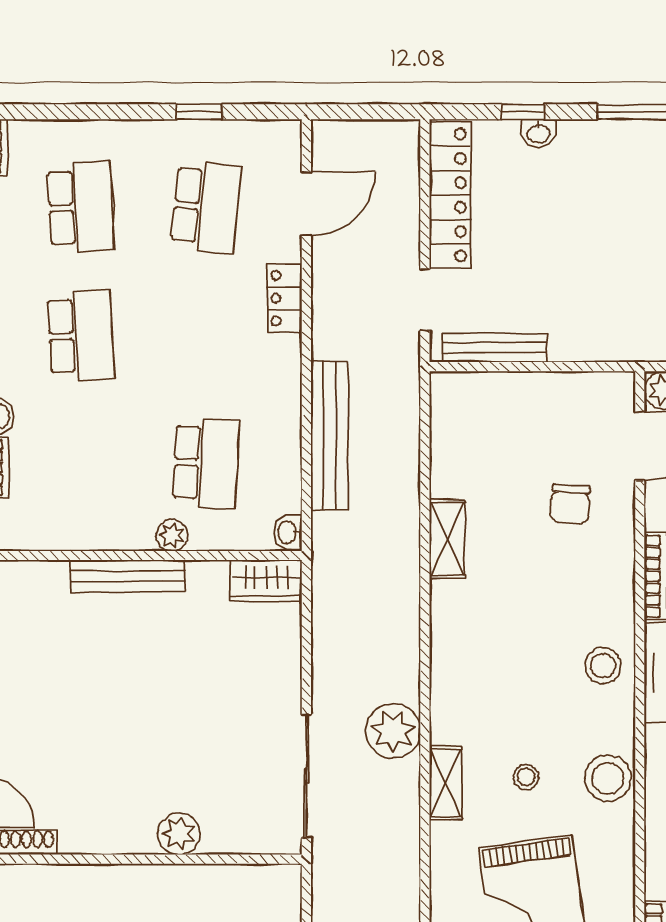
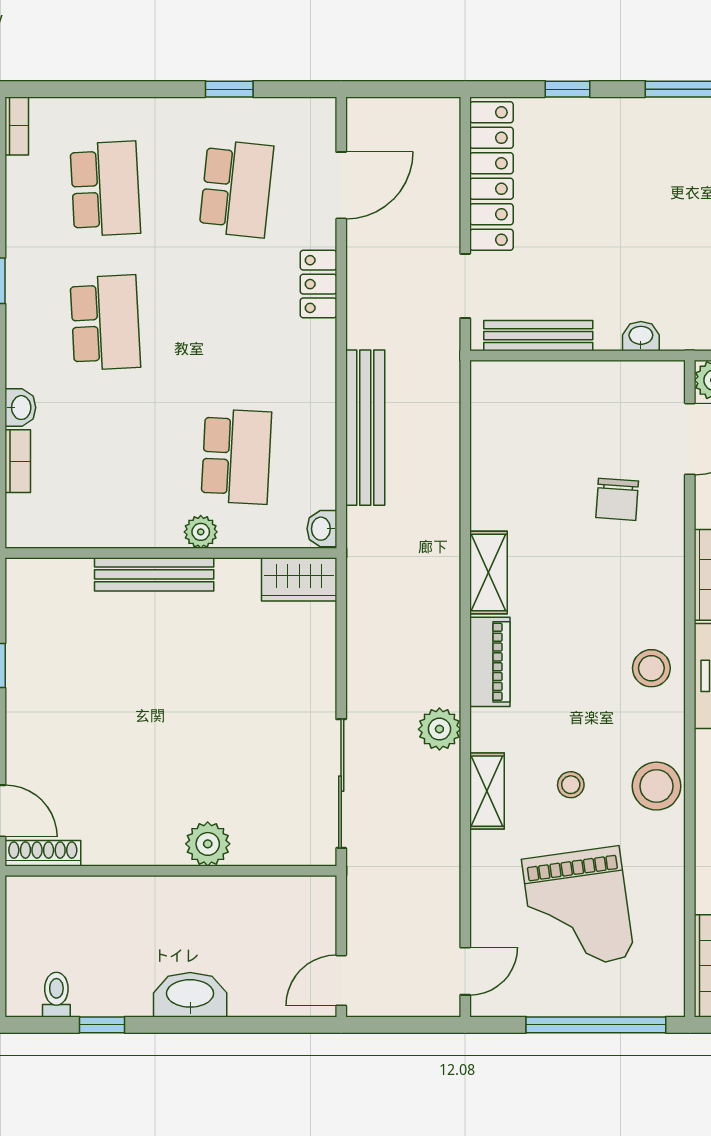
washbasin: (538, 133) -> (641, 336), moved, turned 180
shelving: (447, 539) -> (488, 573), moved
piano: (449, 659) -> (490, 662), added
plant: (393, 731) -> (439, 729), width x0.73, depth x0.73

